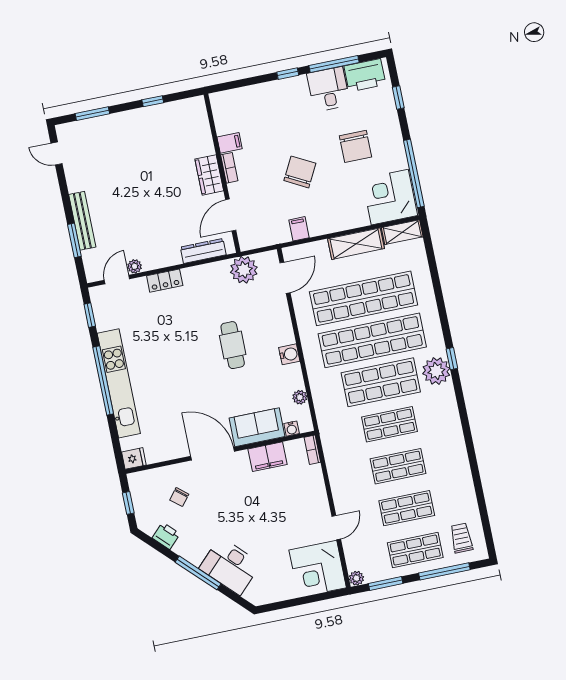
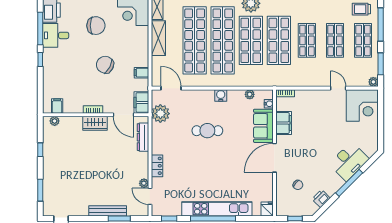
plant: (200, 114) -> (55, 121), added
filing cabinet: (230, 143) -> (57, 106), moved
filing cabinet: (254, 238) -> (141, 102), added
shop shelf: (389, 424) -> (279, 40), width x1.43, depth x1.36

